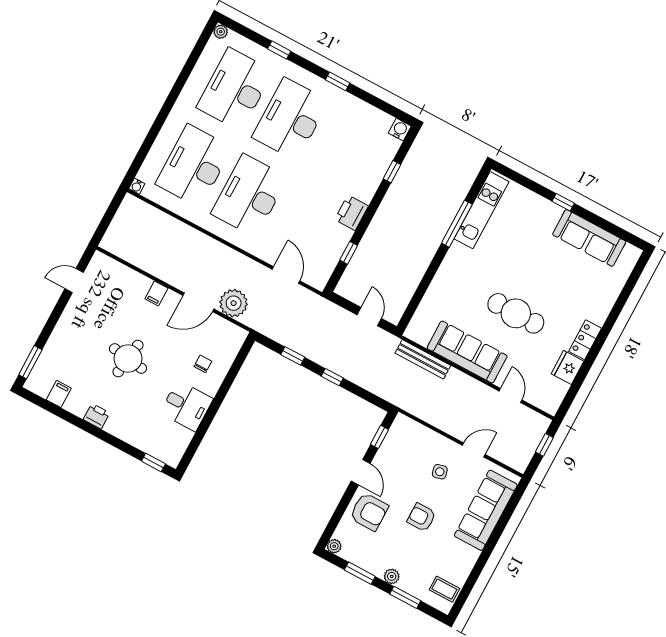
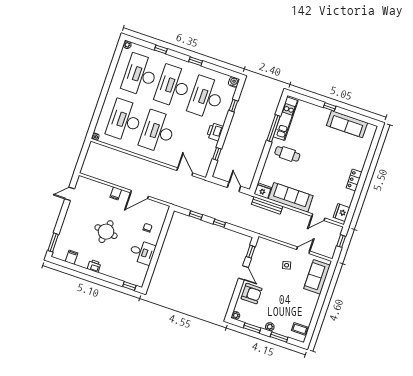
desk: (346, 149) -> (206, 97), added
plant: (234, 303) -> (159, 192), removed
cafe table: (516, 313) -> (287, 154), moved, width x0.73, depth x0.74
fridge: (419, 332) -> (263, 191), added
fridge: (568, 367) -> (342, 212), moved
door: (511, 395) -> (318, 217), swing flipped
sofa: (486, 510) -> (317, 277), width x0.73
armchair: (422, 517) -> (281, 292), removed

